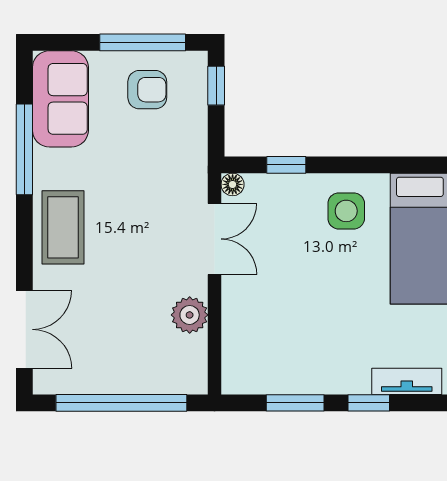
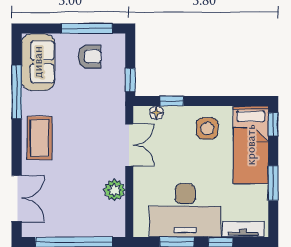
window: (216, 86) -> (130, 80), moved
floor lamp: (233, 184) -> (157, 113), moved
desk: (309, 350) -> (185, 210), added

